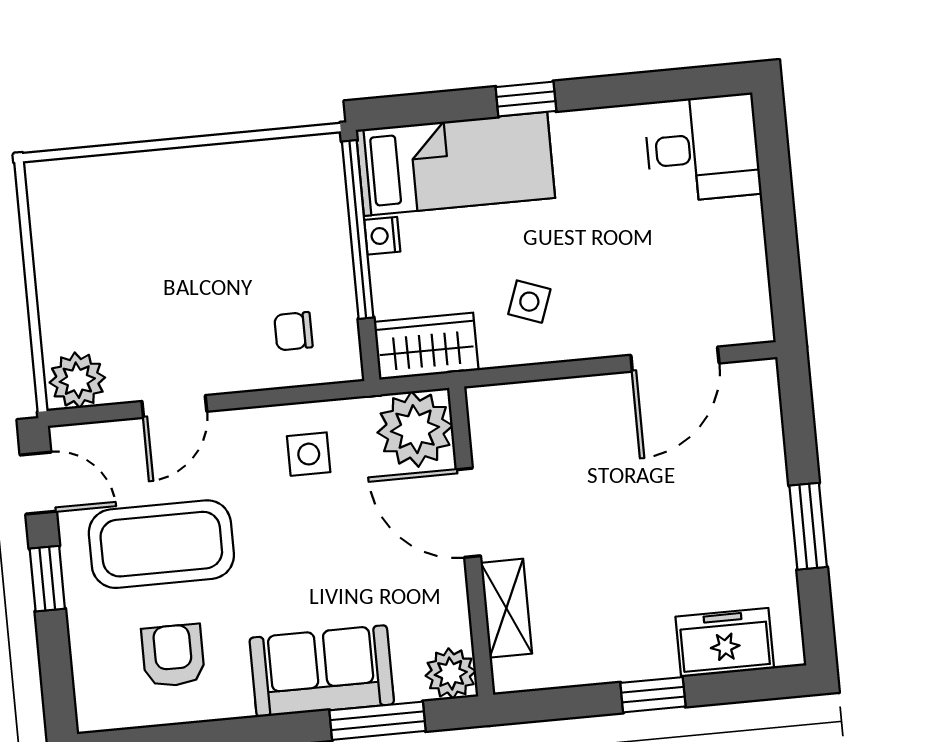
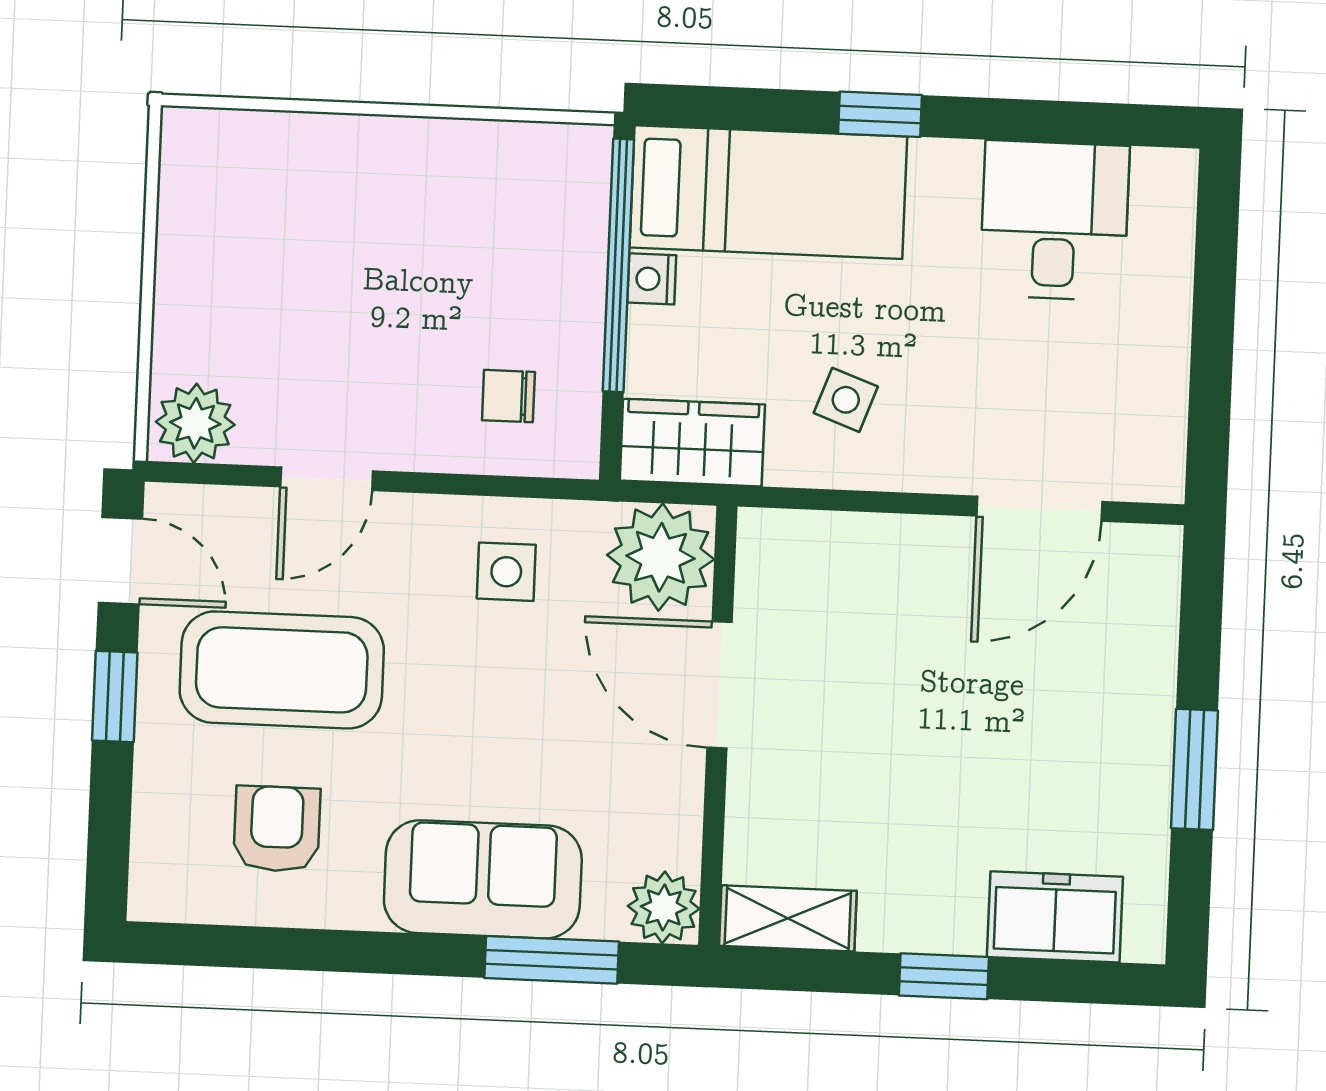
desk: (703, 148) -> (1055, 220), moved, turned -90
shelving: (506, 608) -> (788, 918), moved, turned 90

